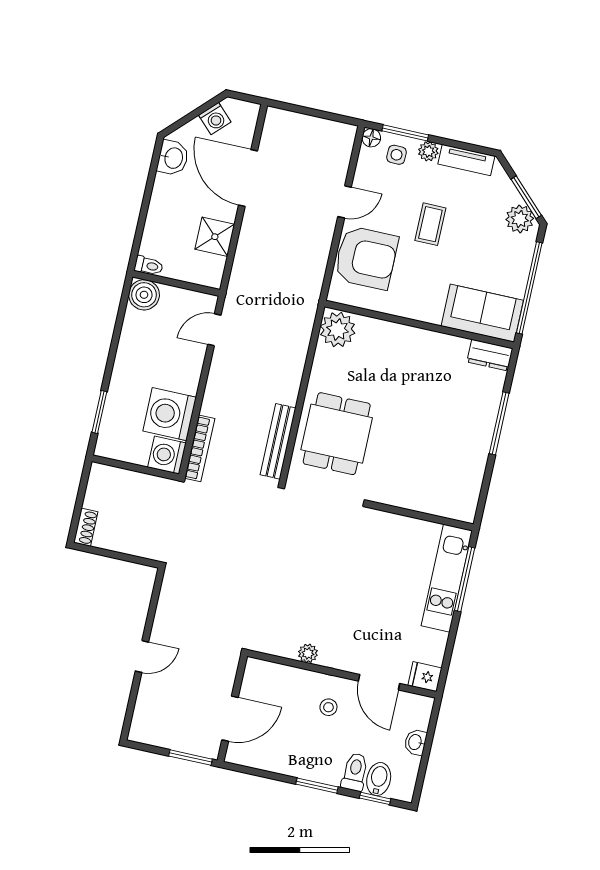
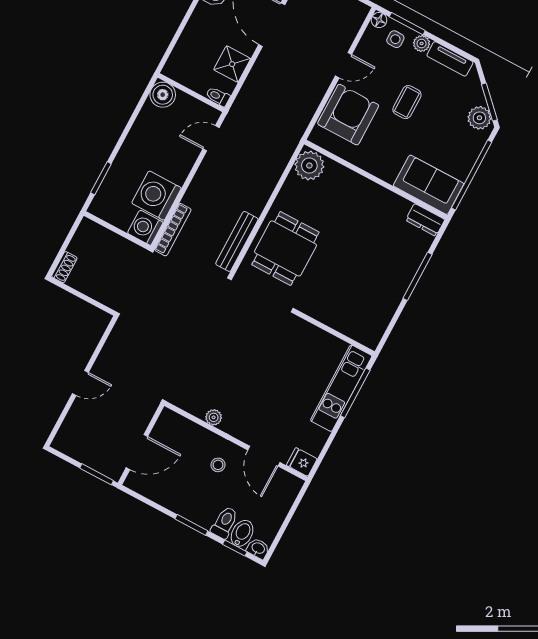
armchair: (366, 258) -> (348, 115), turned -90
toilet: (149, 266) -> (218, 96), moved, turned 180
washbasin: (415, 742) -> (258, 549), moved, turned 90

